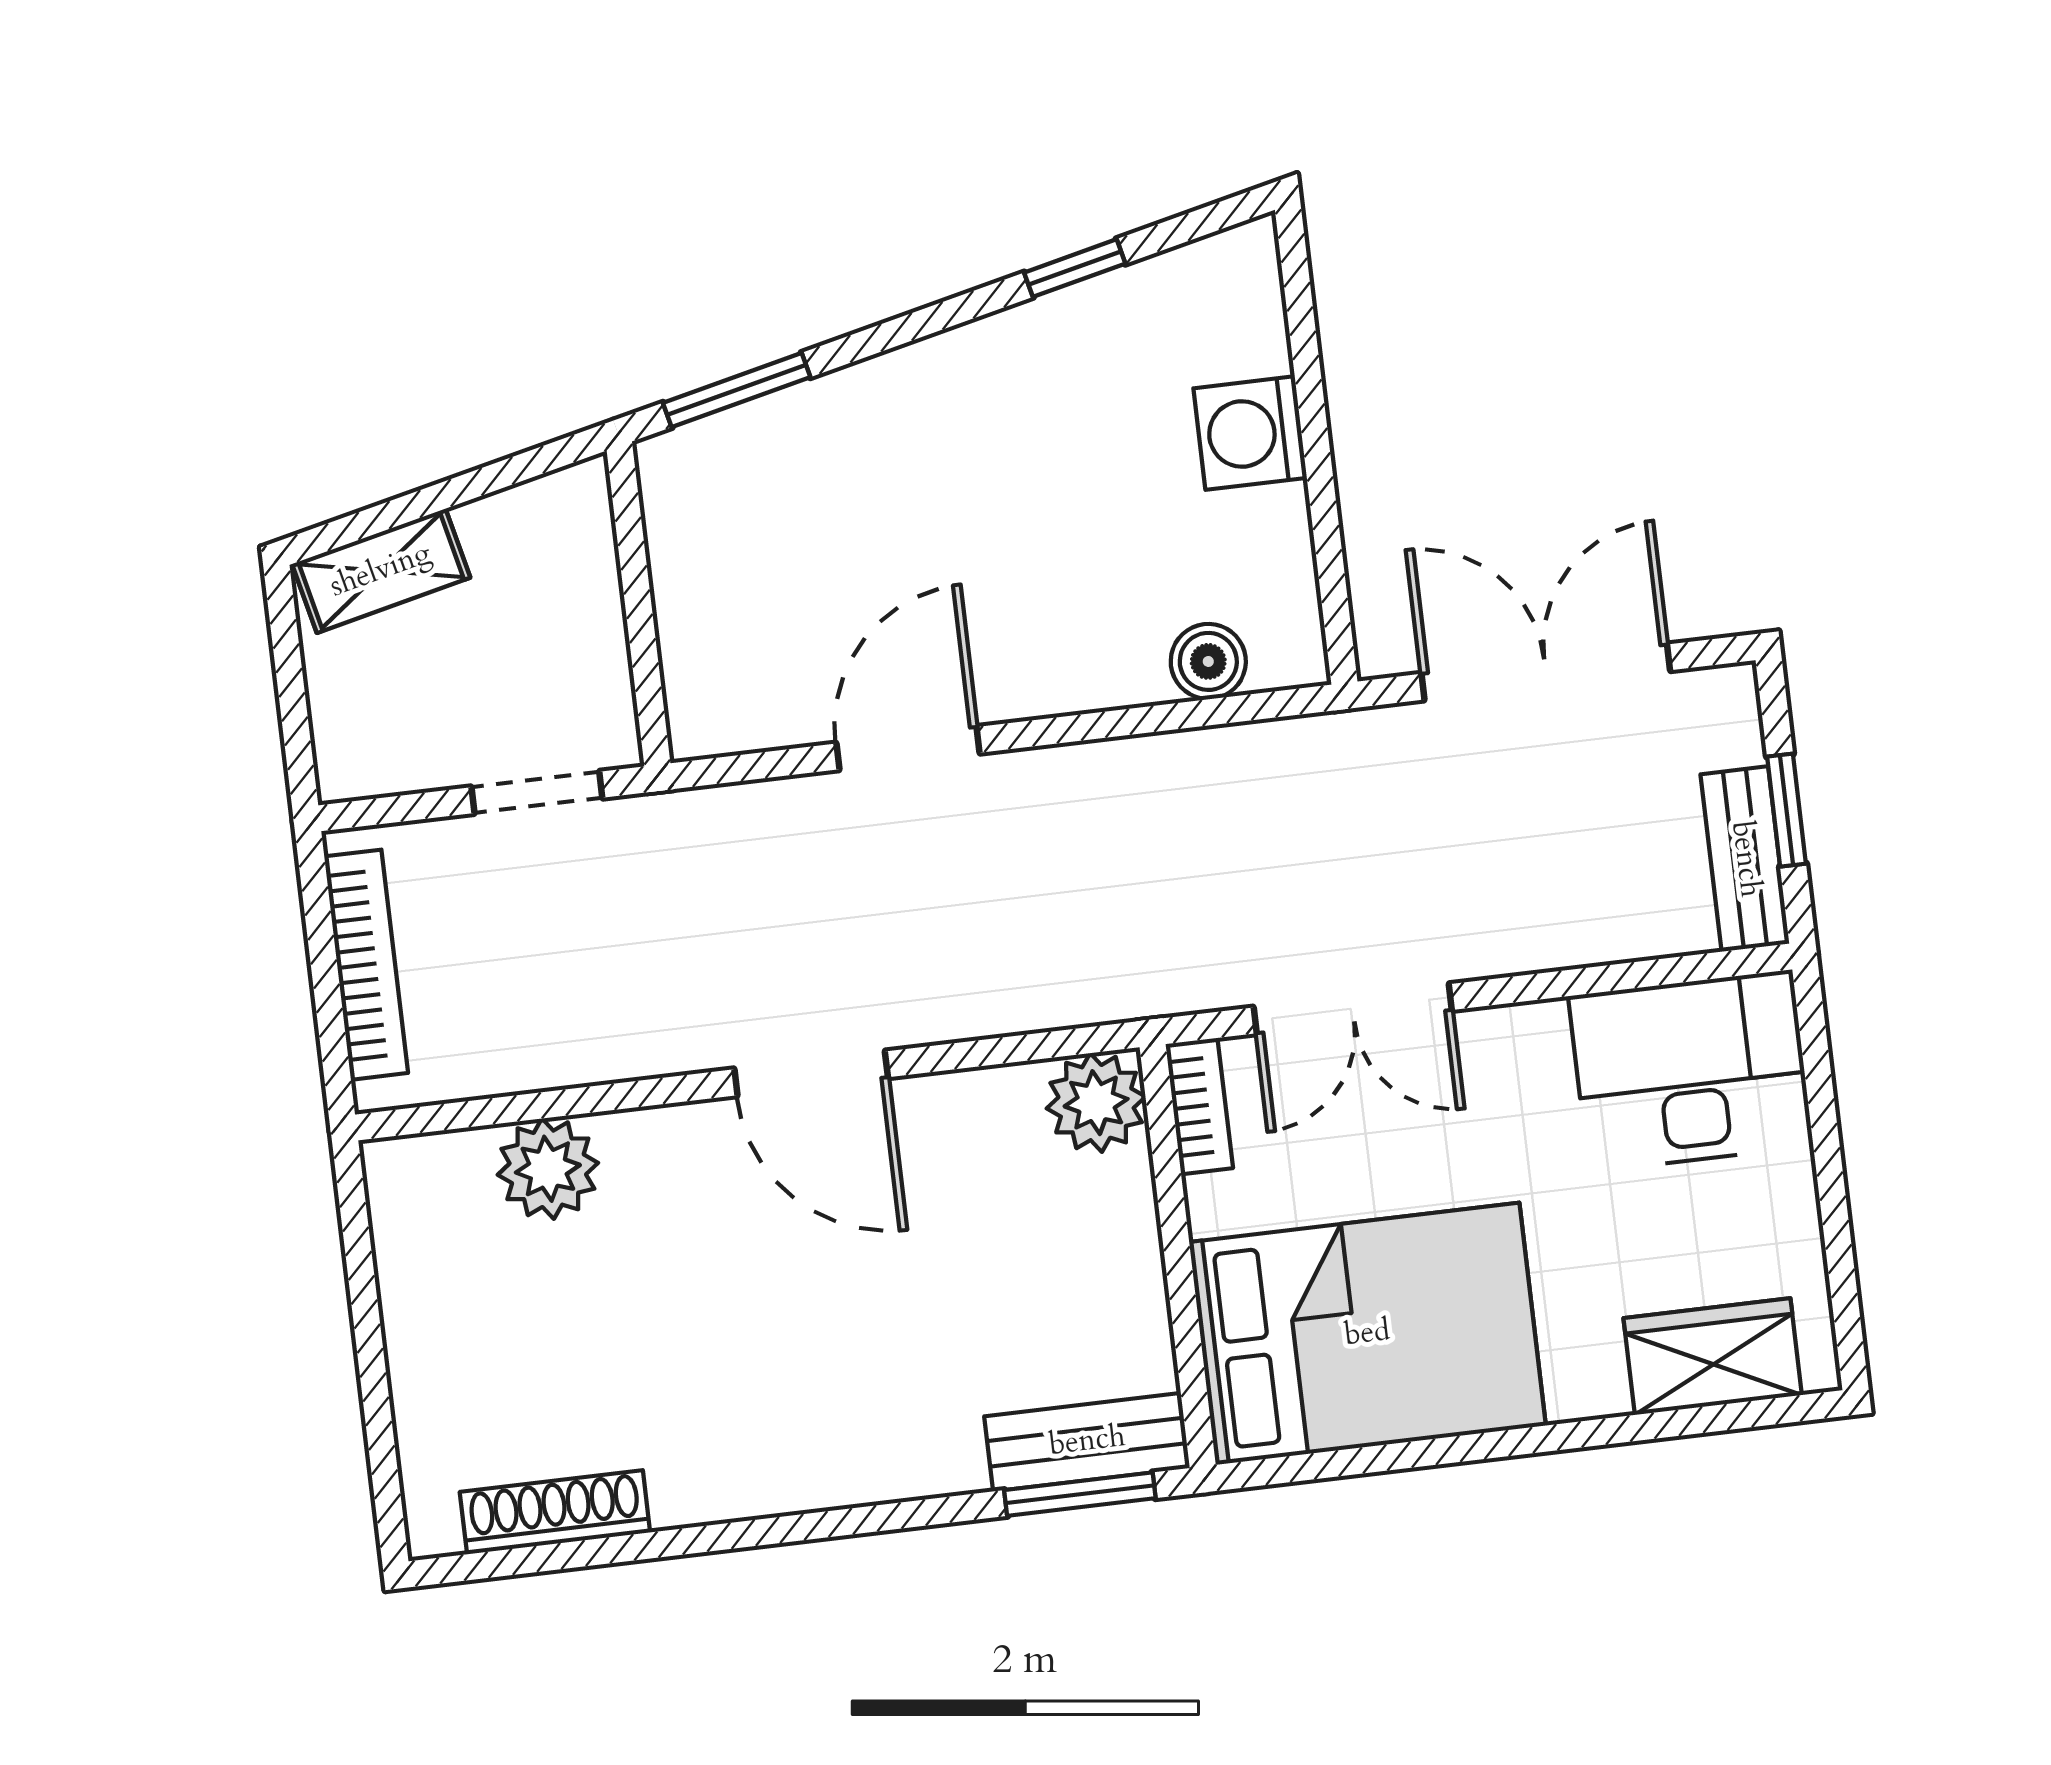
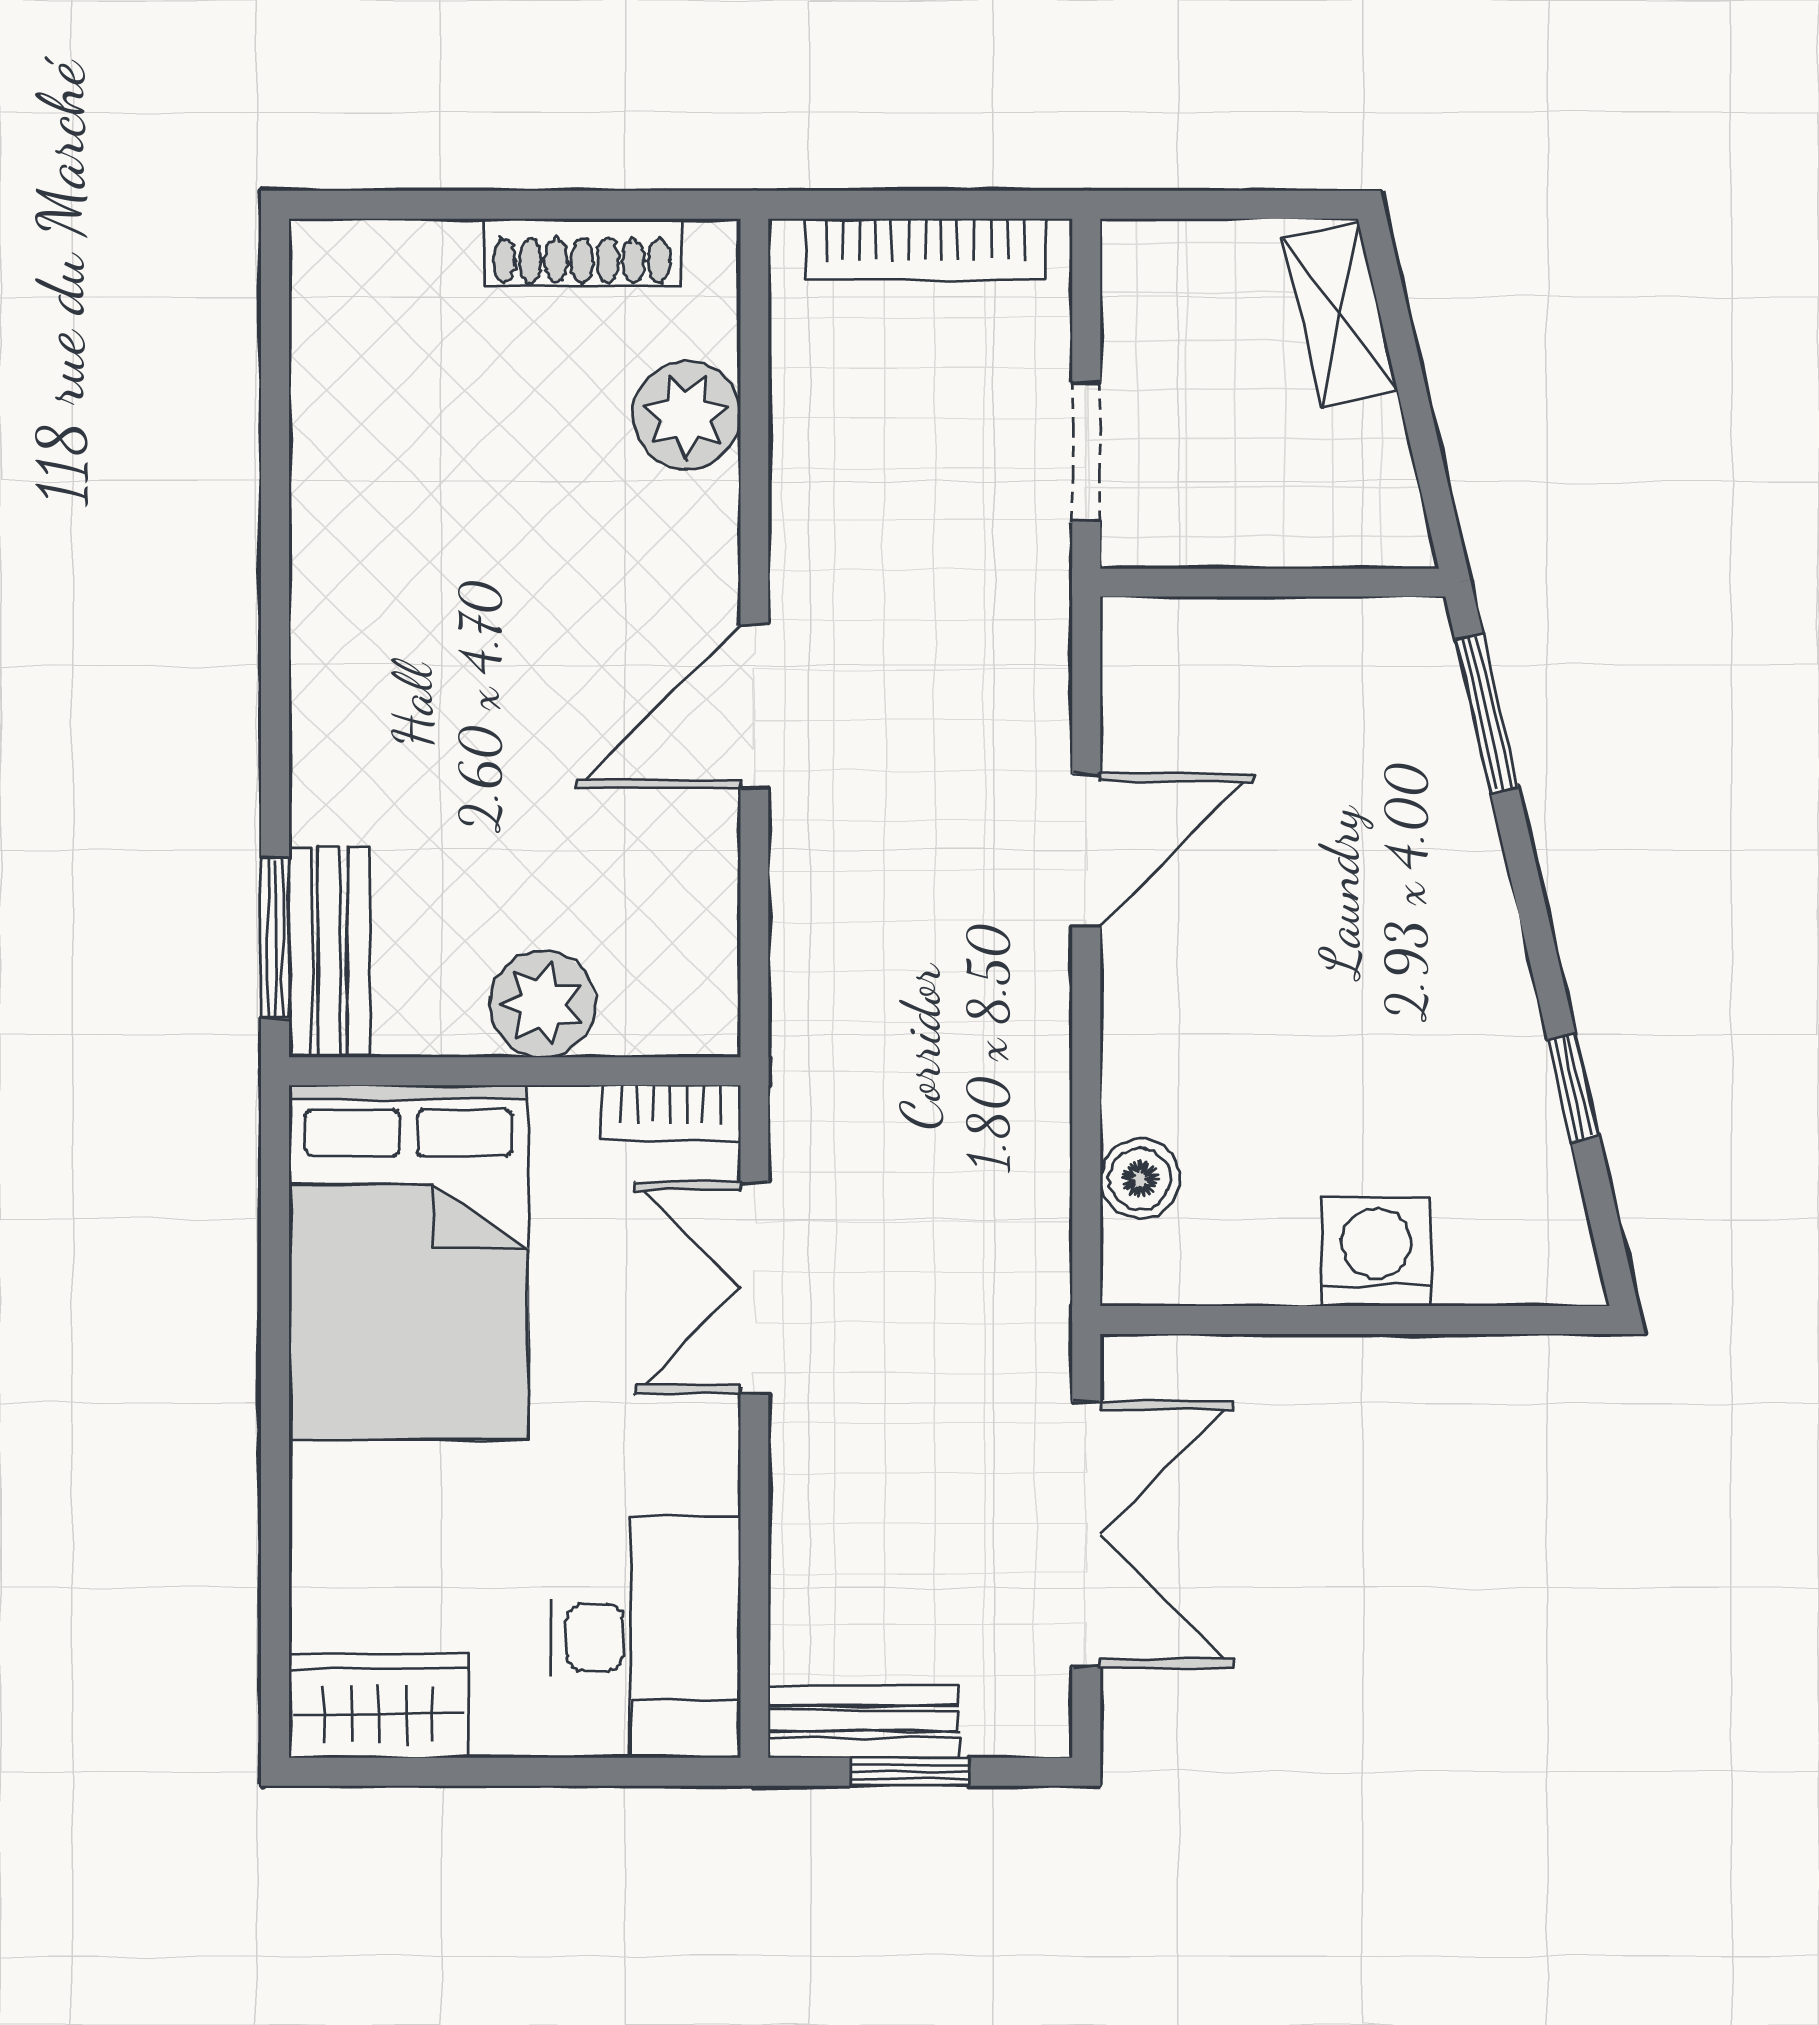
door: (908, 748) -> (1086, 850), hinge flipped
plant: (1096, 1103) -> (542, 1004), moved
wardrobe: (1713, 1357) -> (378, 1706), moved, turned -90
shoe rack: (555, 1512) -> (582, 252), moved, turned 90

